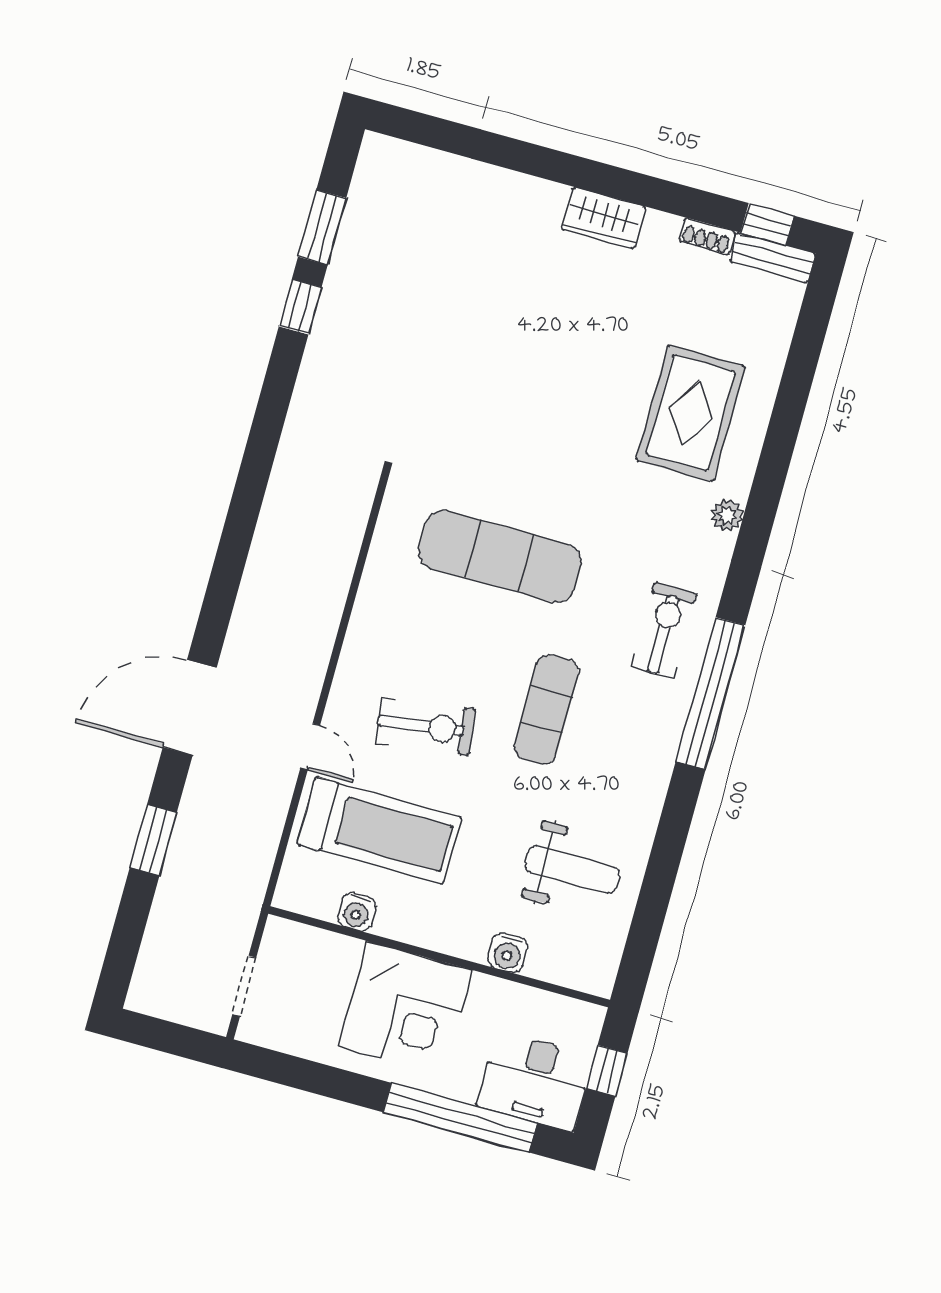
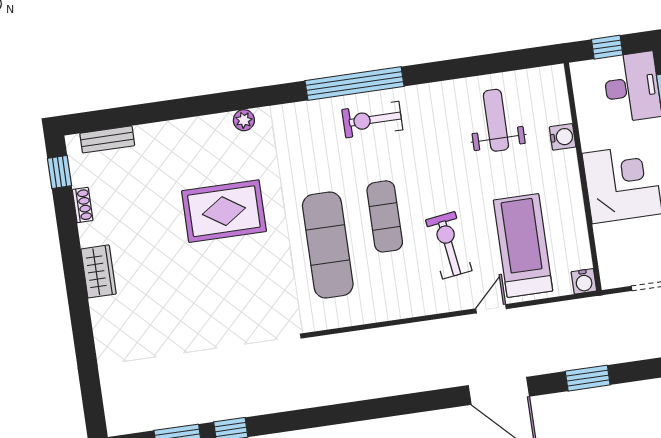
bench: (773, 258) -> (107, 139), moved, turned 90
rug: (691, 413) -> (224, 211), moved
exercise bike: (664, 630) -> (372, 120), moved
exercise mat: (546, 710) -> (385, 216), moved, turned 90
water cooler: (357, 912) -> (584, 281), moved, turned 90

